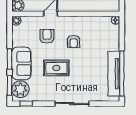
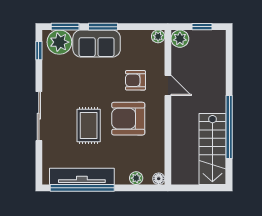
armchair: (47, 36) -> (135, 80), turned 180
plant: (115, 36) -> (136, 178), added
armchair: (74, 41) -> (128, 119), width x1.88, depth x1.88
rug: (56, 68) -> (89, 125), moved

